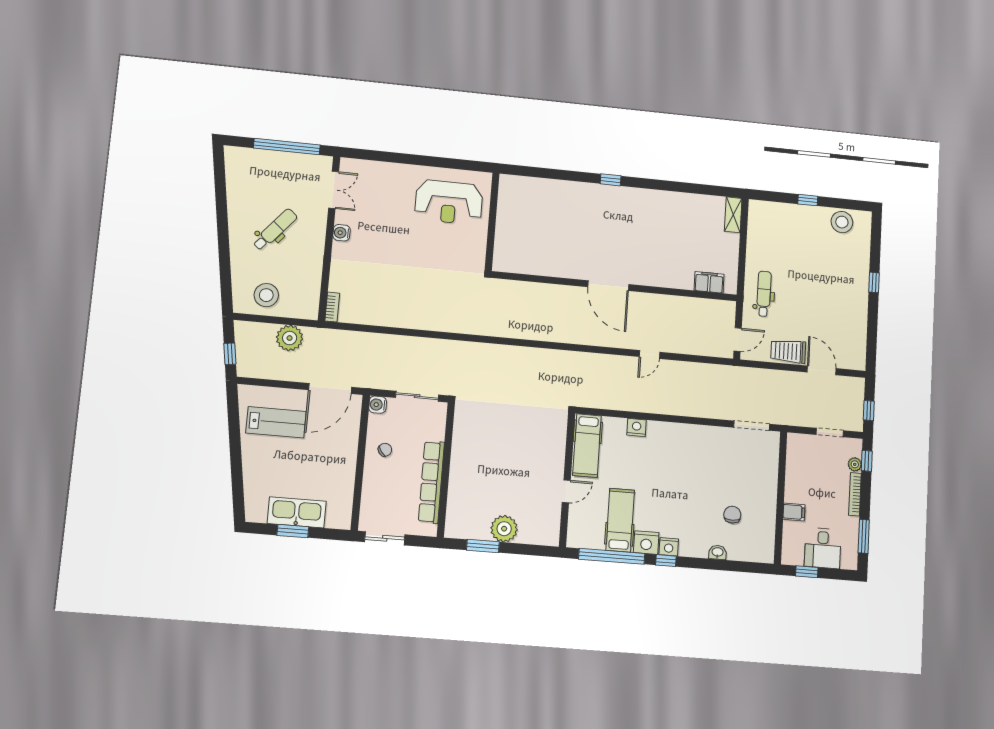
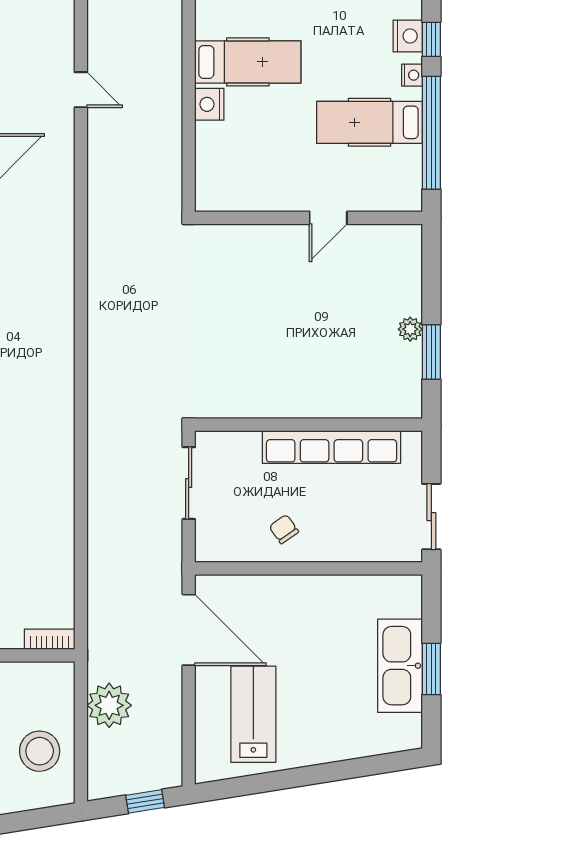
water cooler: (378, 405) -> (209, 548), removed
hospital bed: (587, 446) -> (248, 62), moved
door: (566, 491) -> (328, 218), swing flipped
plant: (504, 529) -> (410, 329), width x0.53, depth x0.53
nightstand: (646, 543) -> (412, 75), width x0.53, depth x0.56

